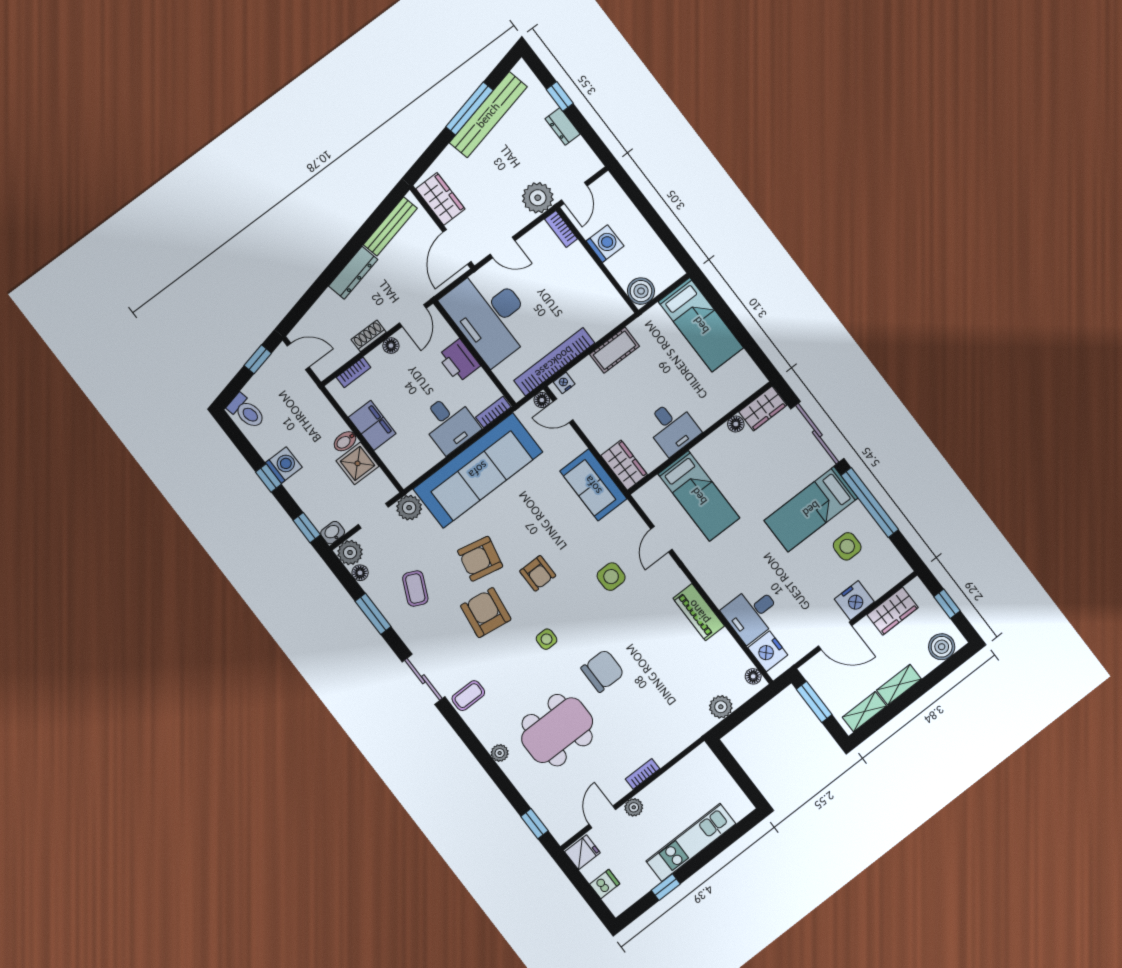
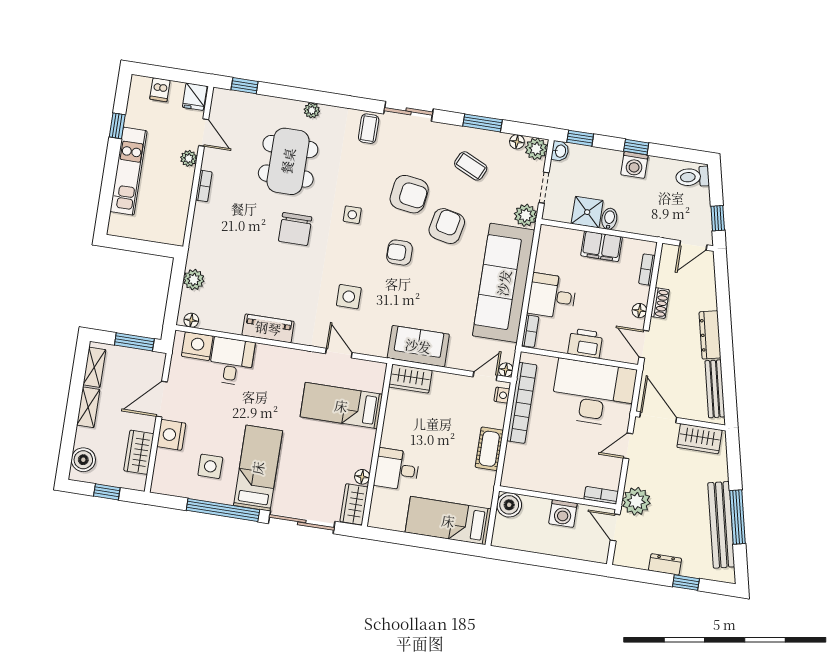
desk: (672, 427) -> (397, 469), moved

